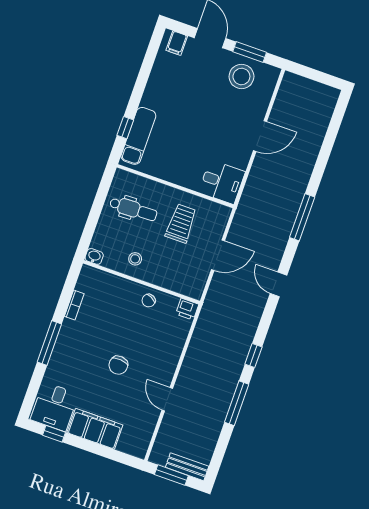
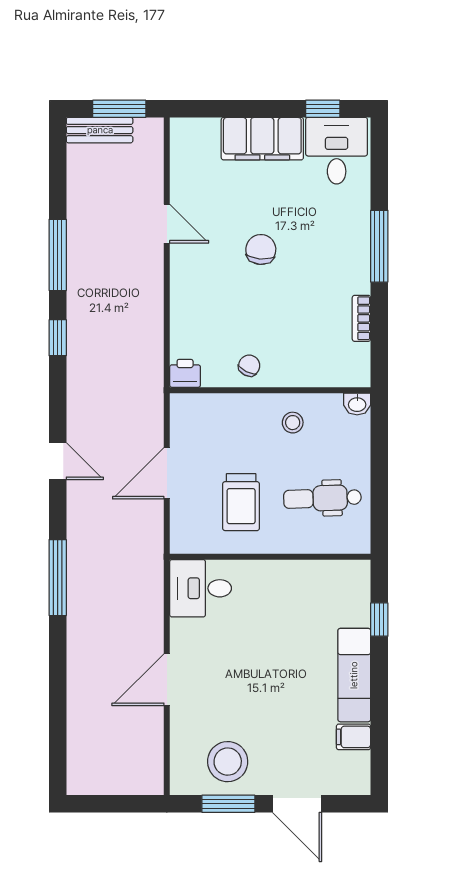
filing cabinet: (177, 43) -> (354, 737), moved, turned -90
exam couch: (138, 136) -> (354, 675), moved

